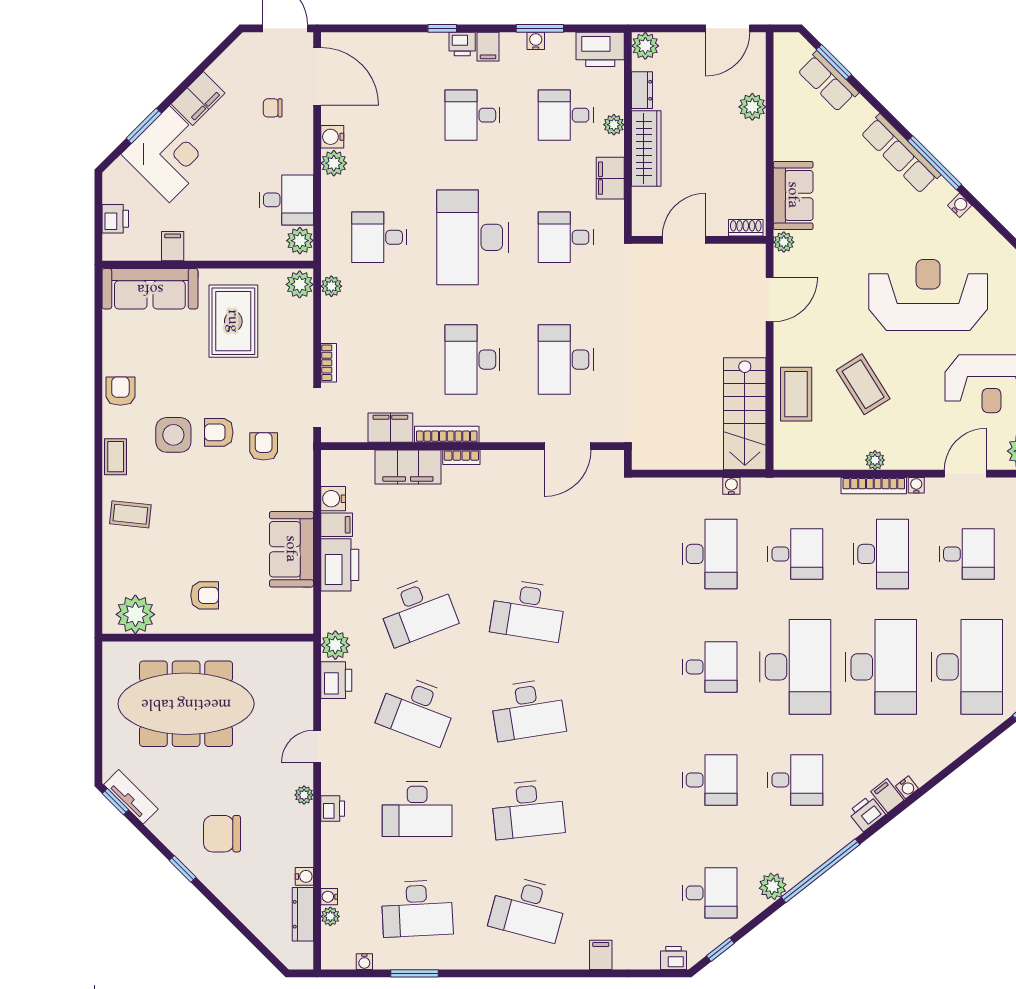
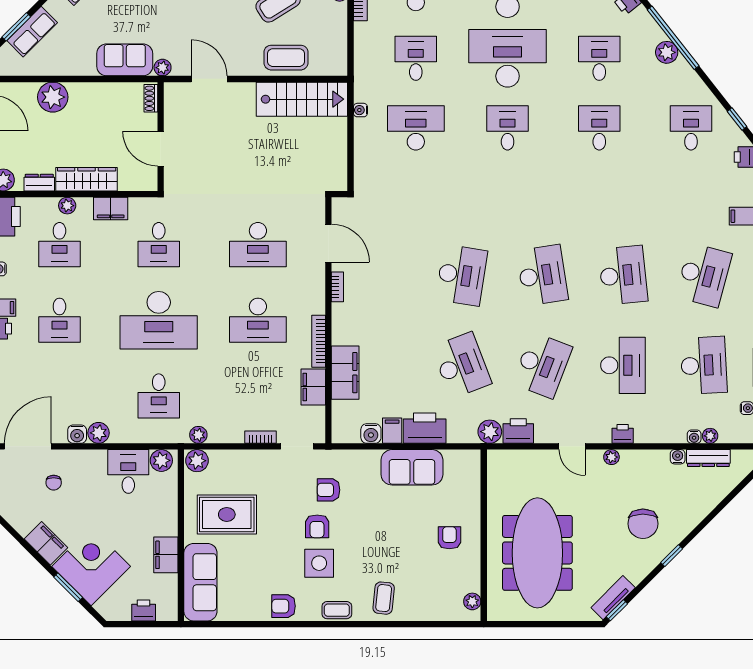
plant: (752, 107) -> (53, 97), width x1.36, depth x1.36
filing cabinet: (173, 246) -> (166, 555), width x2.00
bookcase: (461, 457) -> (337, 287), moved
plant: (135, 614) -> (472, 601), width x0.53, depth x0.53
plant: (773, 886) -> (667, 52), moved

